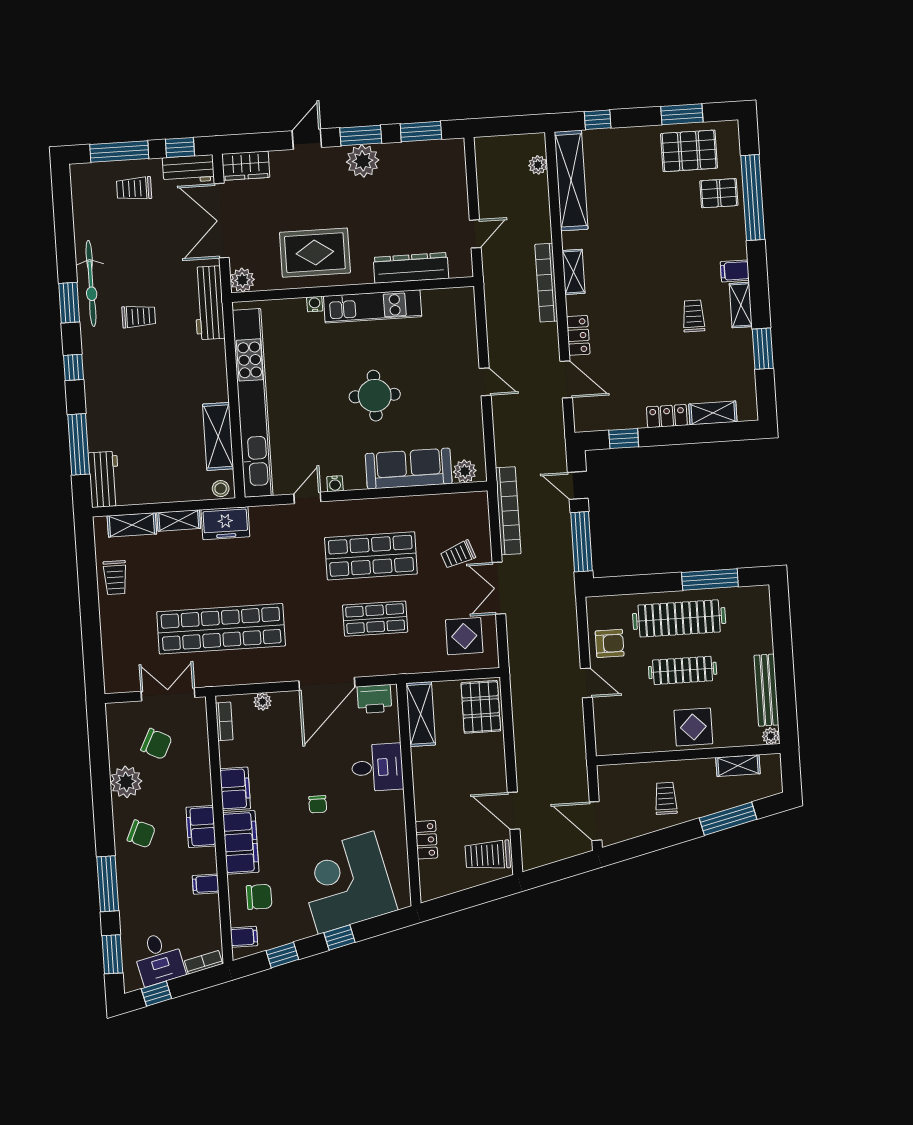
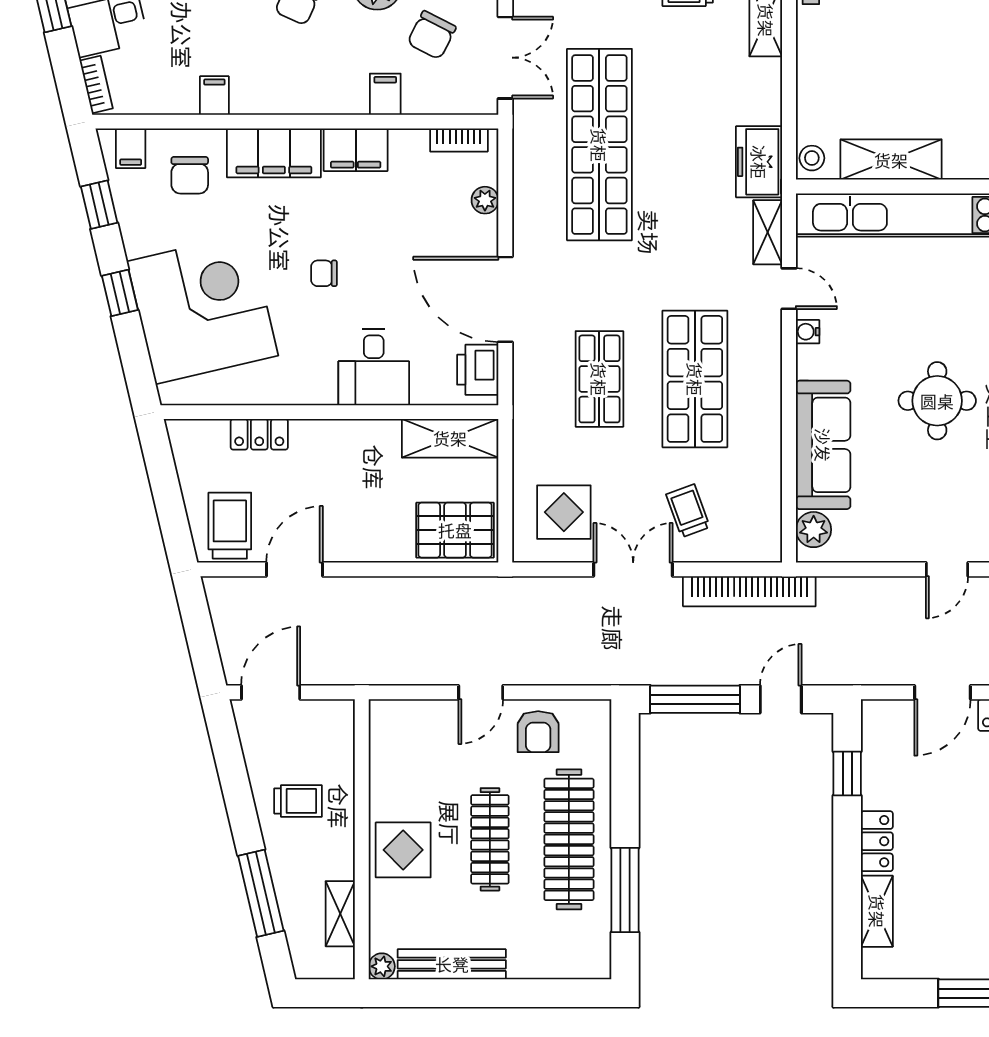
shelving: (179, 520) -> (768, 232), moved
filing cabinet: (201, 827) -> (385, 94), moved, width x0.50

